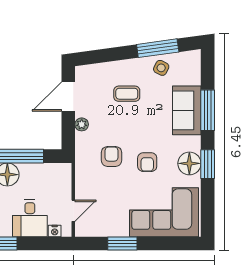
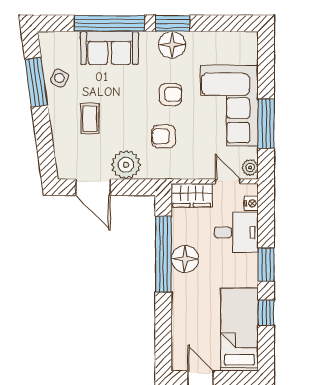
window: (208, 110) -> (109, 23), width x1.46
plant: (82, 124) -> (126, 165), width x1.87, depth x1.87
wardrobe: (62, 180) -> (192, 195), added
corner sofa: (164, 212) -> (229, 105), moved
plant: (85, 230) -> (250, 167), added
window: (122, 244) -> (266, 124), width x1.44

